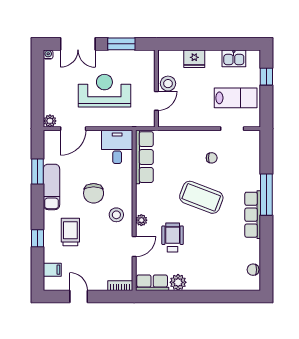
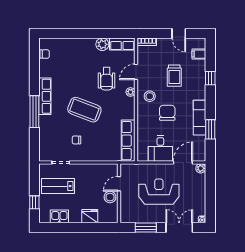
reception desk: (104, 91) -> (159, 192), turned 180
desk: (117, 147) -> (160, 148), moved
trolley: (70, 232) -> (174, 76), moved

